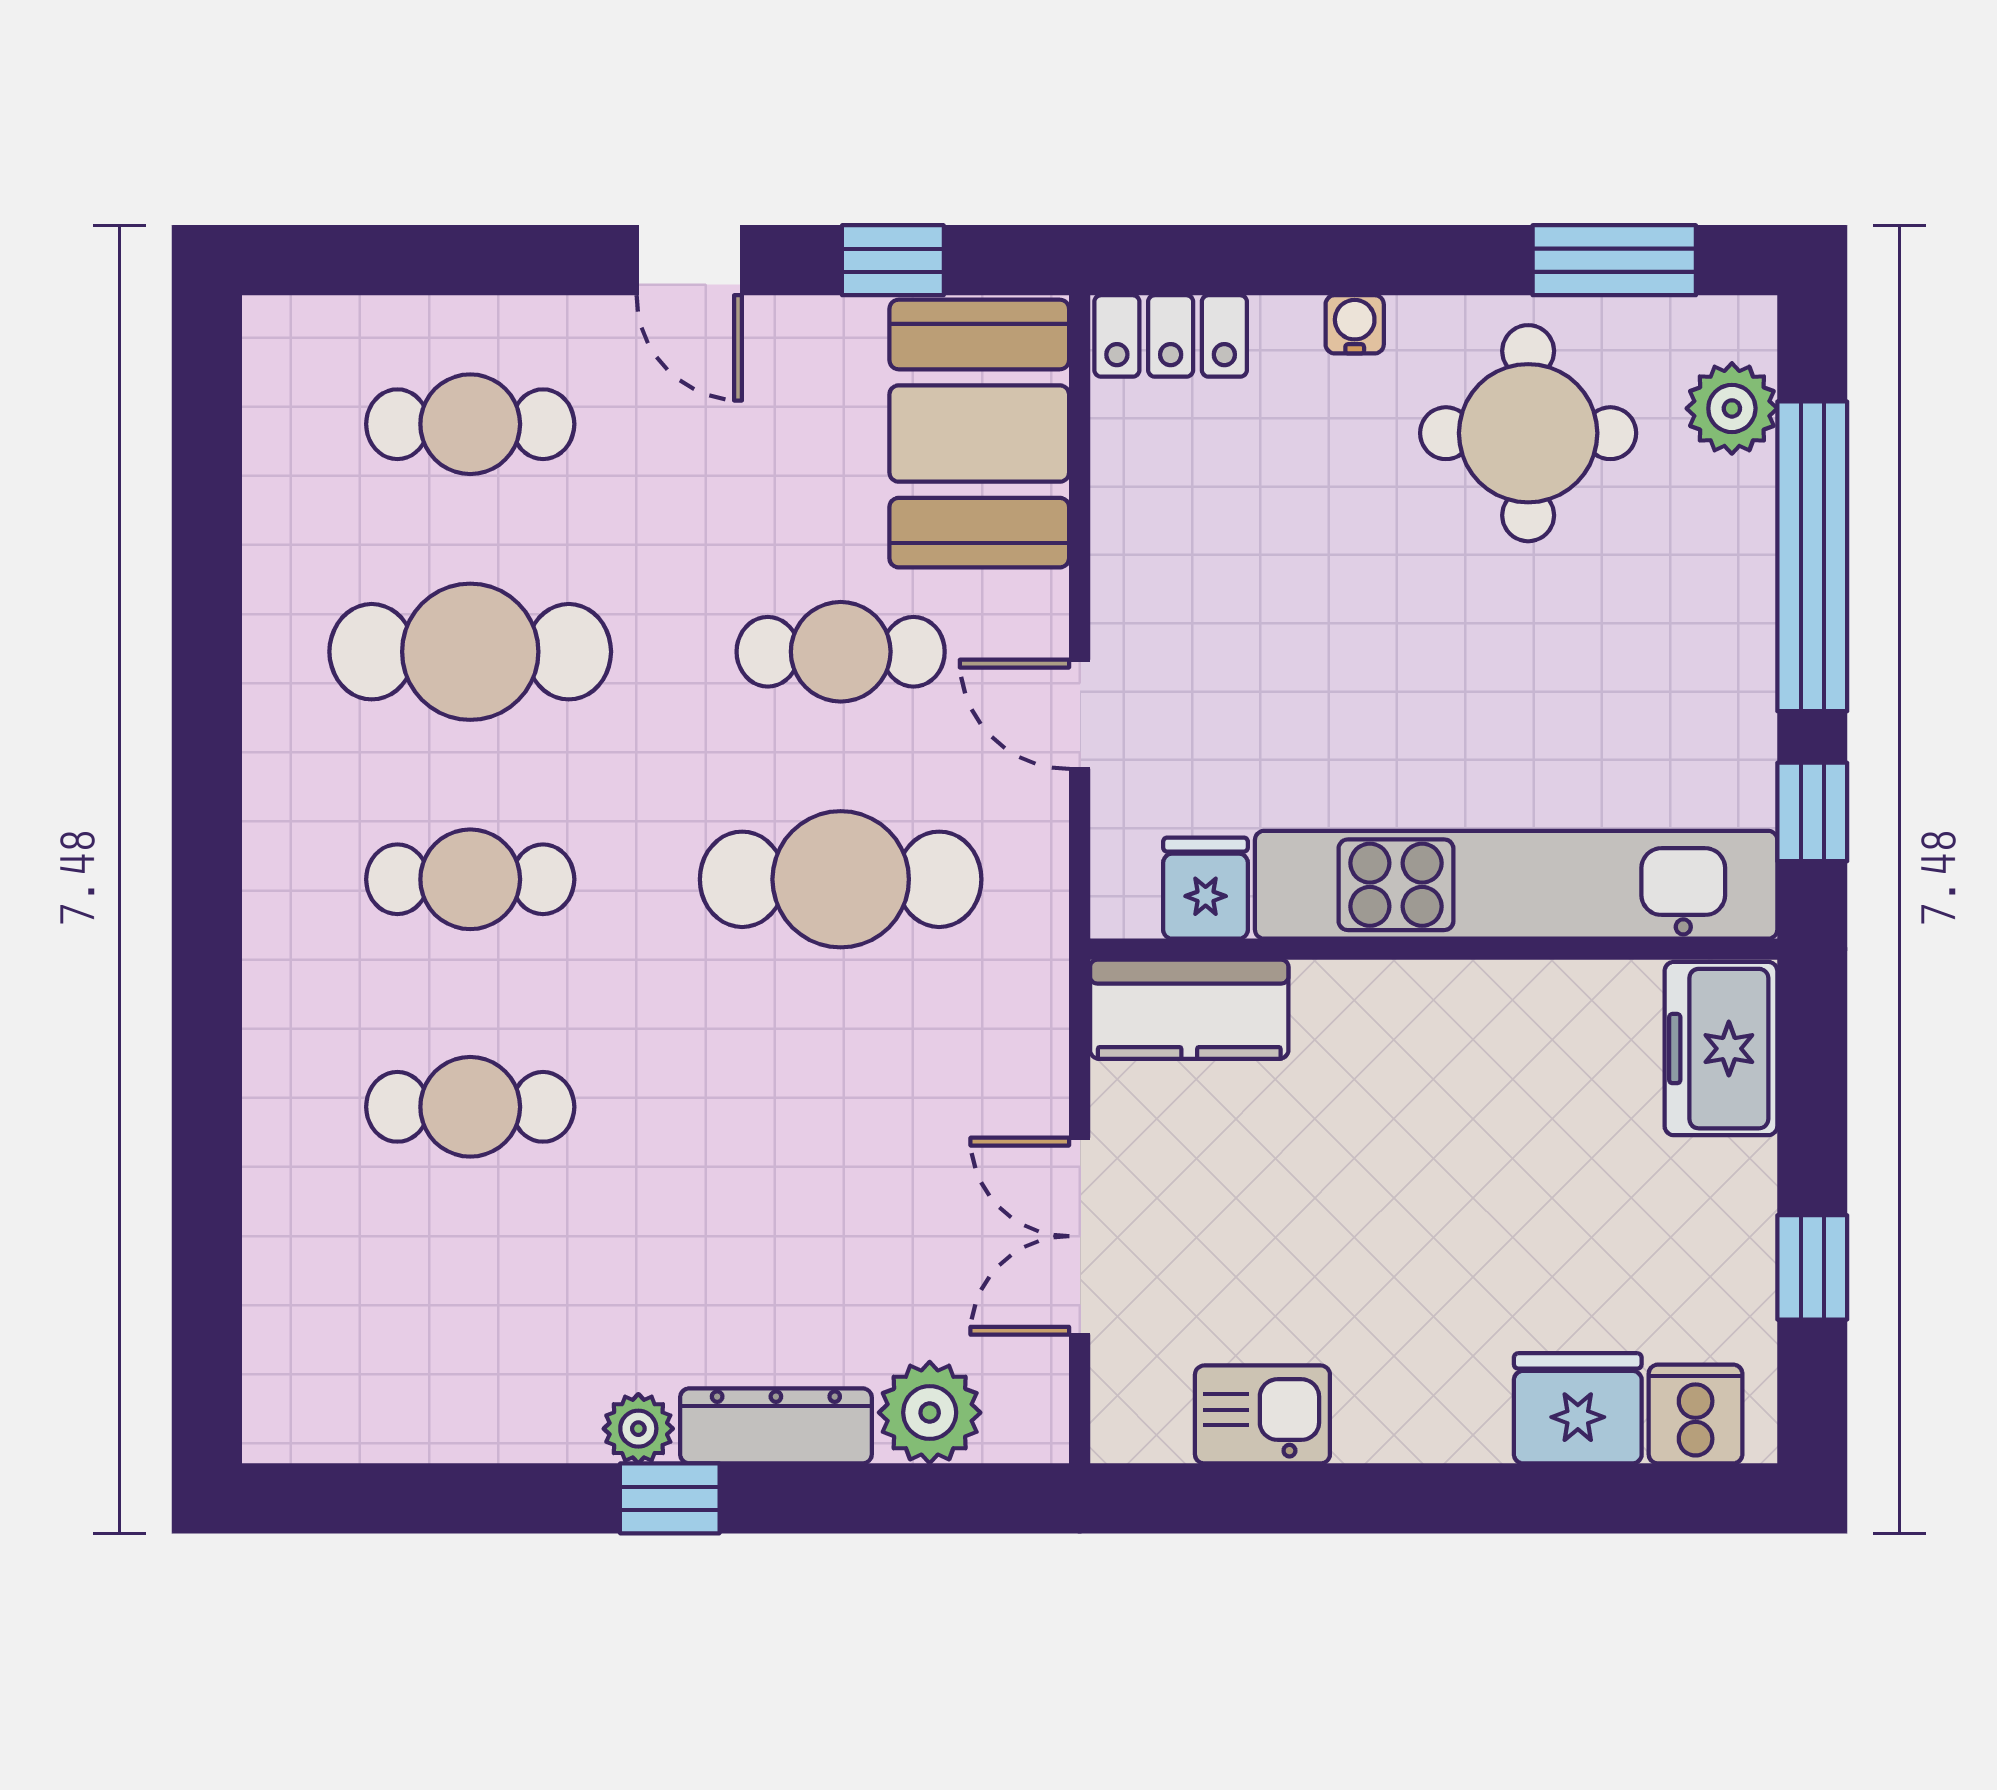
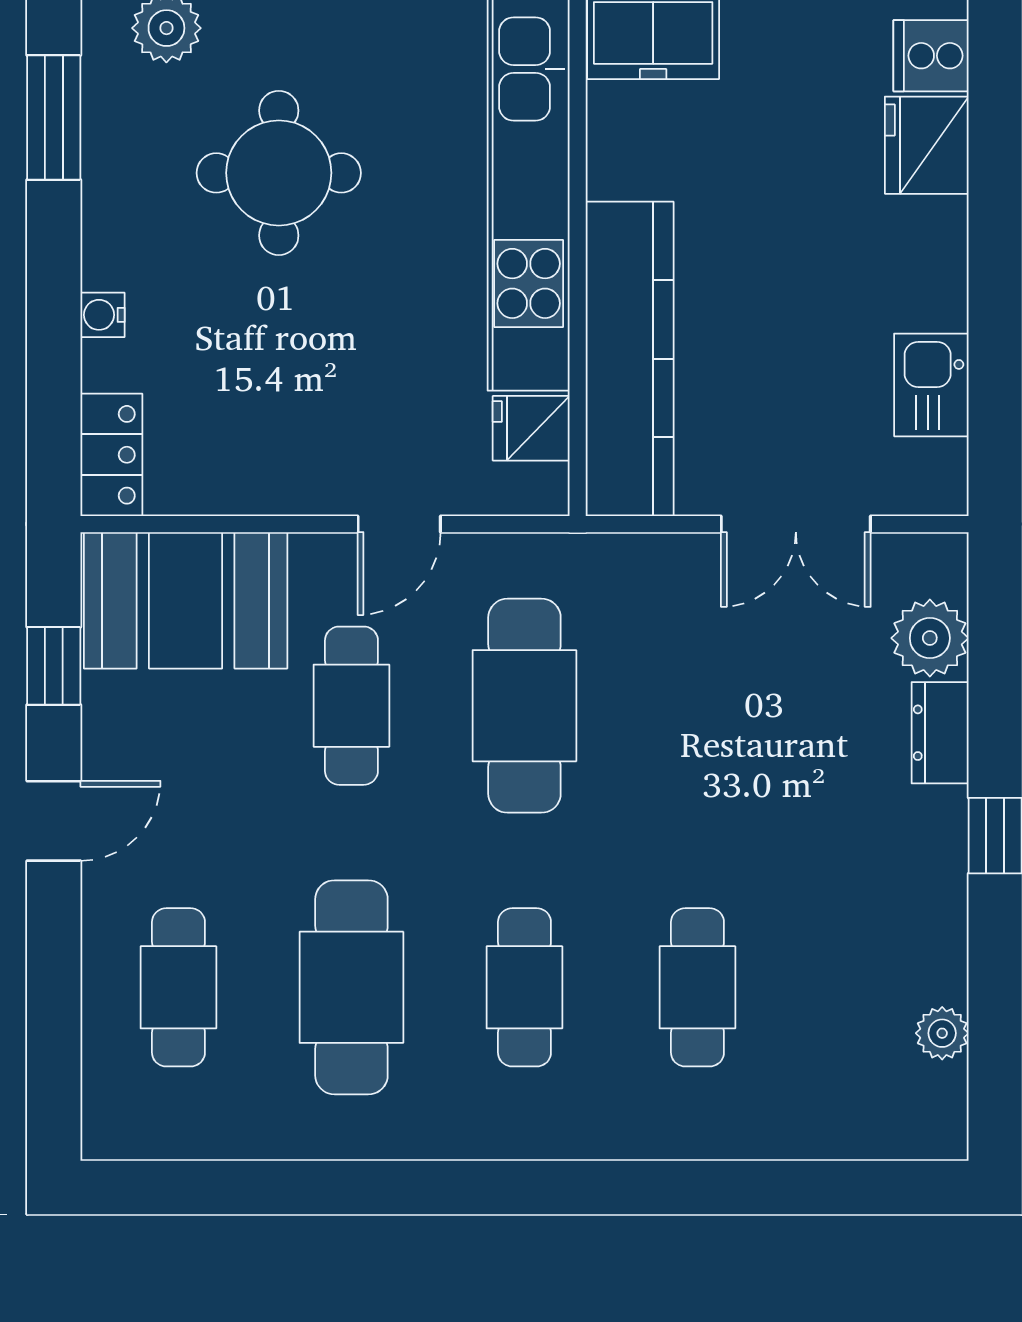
round table: (1528, 433) -> (279, 173), moved
kitchen counter: (1189, 1009) -> (630, 359), width x2.08, depth x1.17
dresser: (776, 1426) -> (940, 733), width x0.70
plant: (638, 1429) -> (942, 1033), moved

